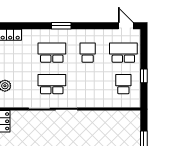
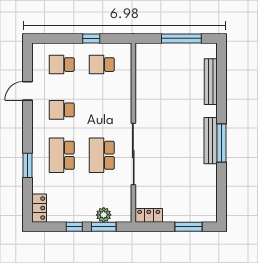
window: (61, 26) -> (28, 165), moved
door: (126, 26) -> (28, 91), moved
school desk: (123, 53) -> (62, 65), width x0.54

